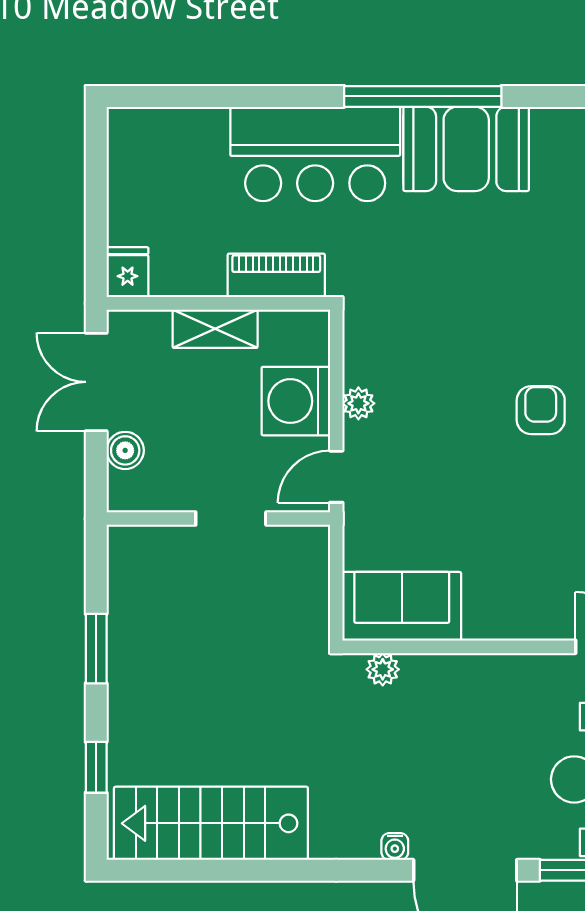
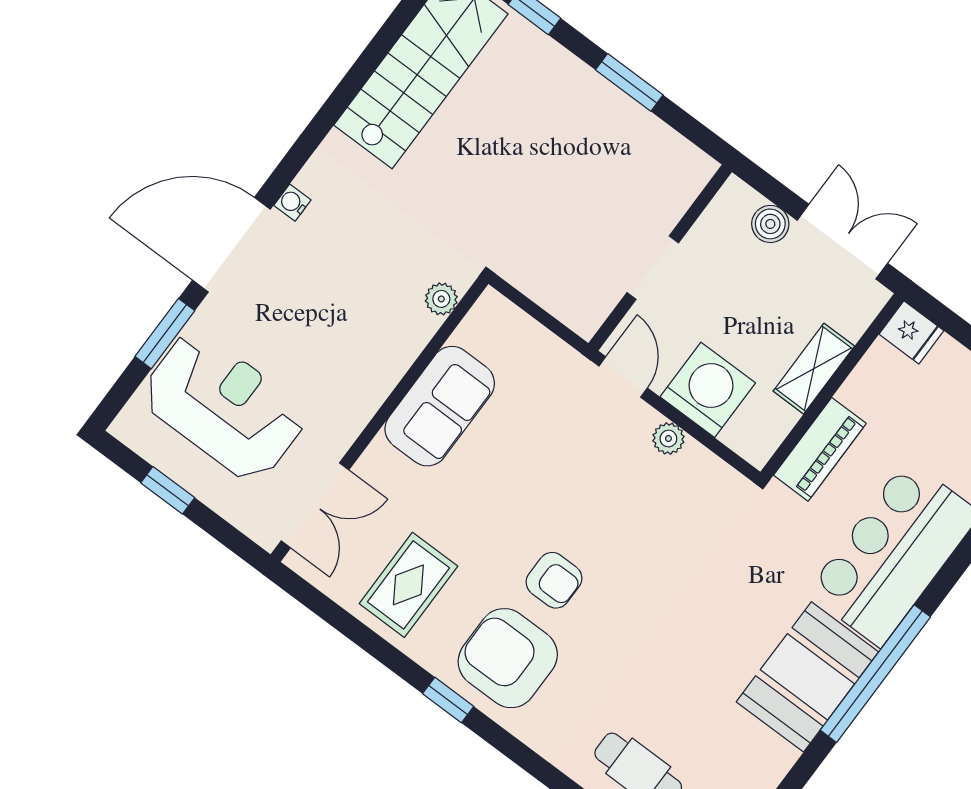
sofa: (402, 606) -> (440, 406), moved

